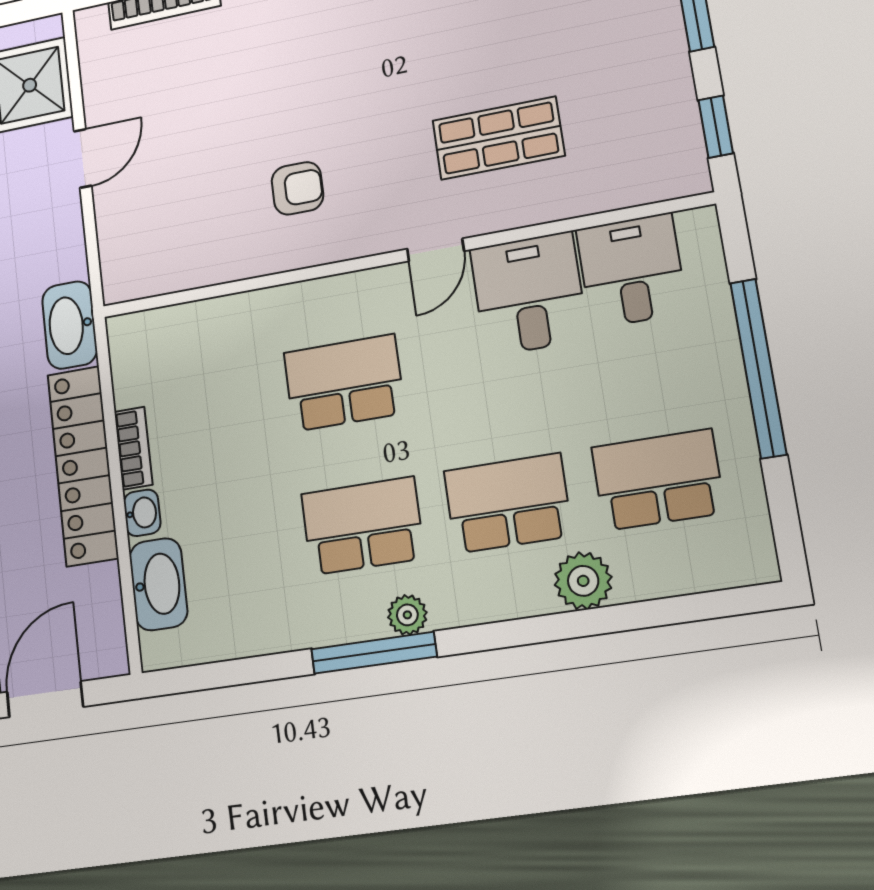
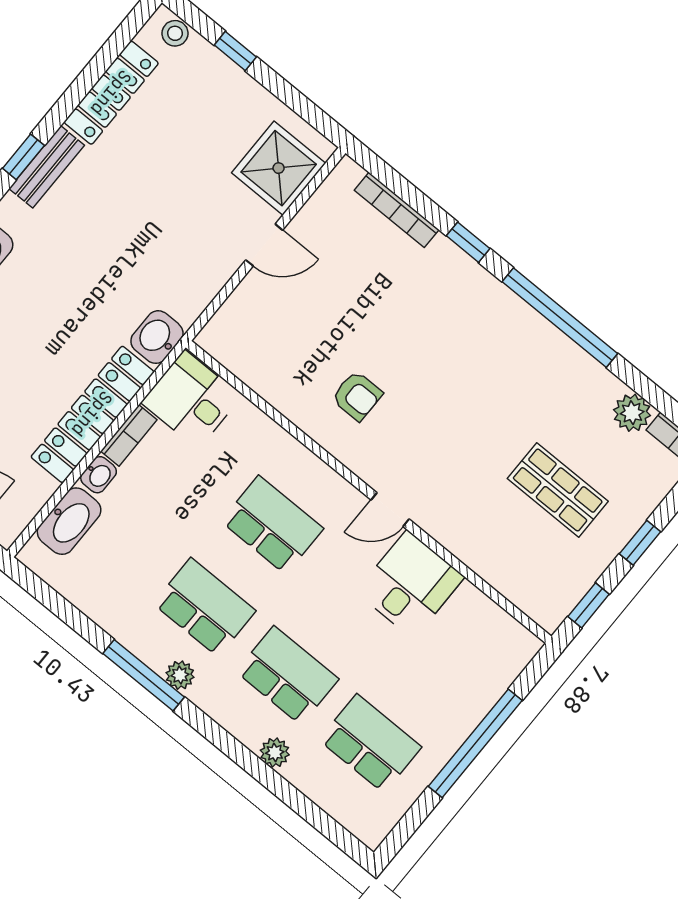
shop shelf: (498, 138) -> (558, 490), moved
desk: (631, 271) -> (191, 399), moved, turned -90
washbasin: (70, 325) -> (157, 337), width x0.72
plant: (583, 581) -> (275, 753), width x0.73, depth x0.73

